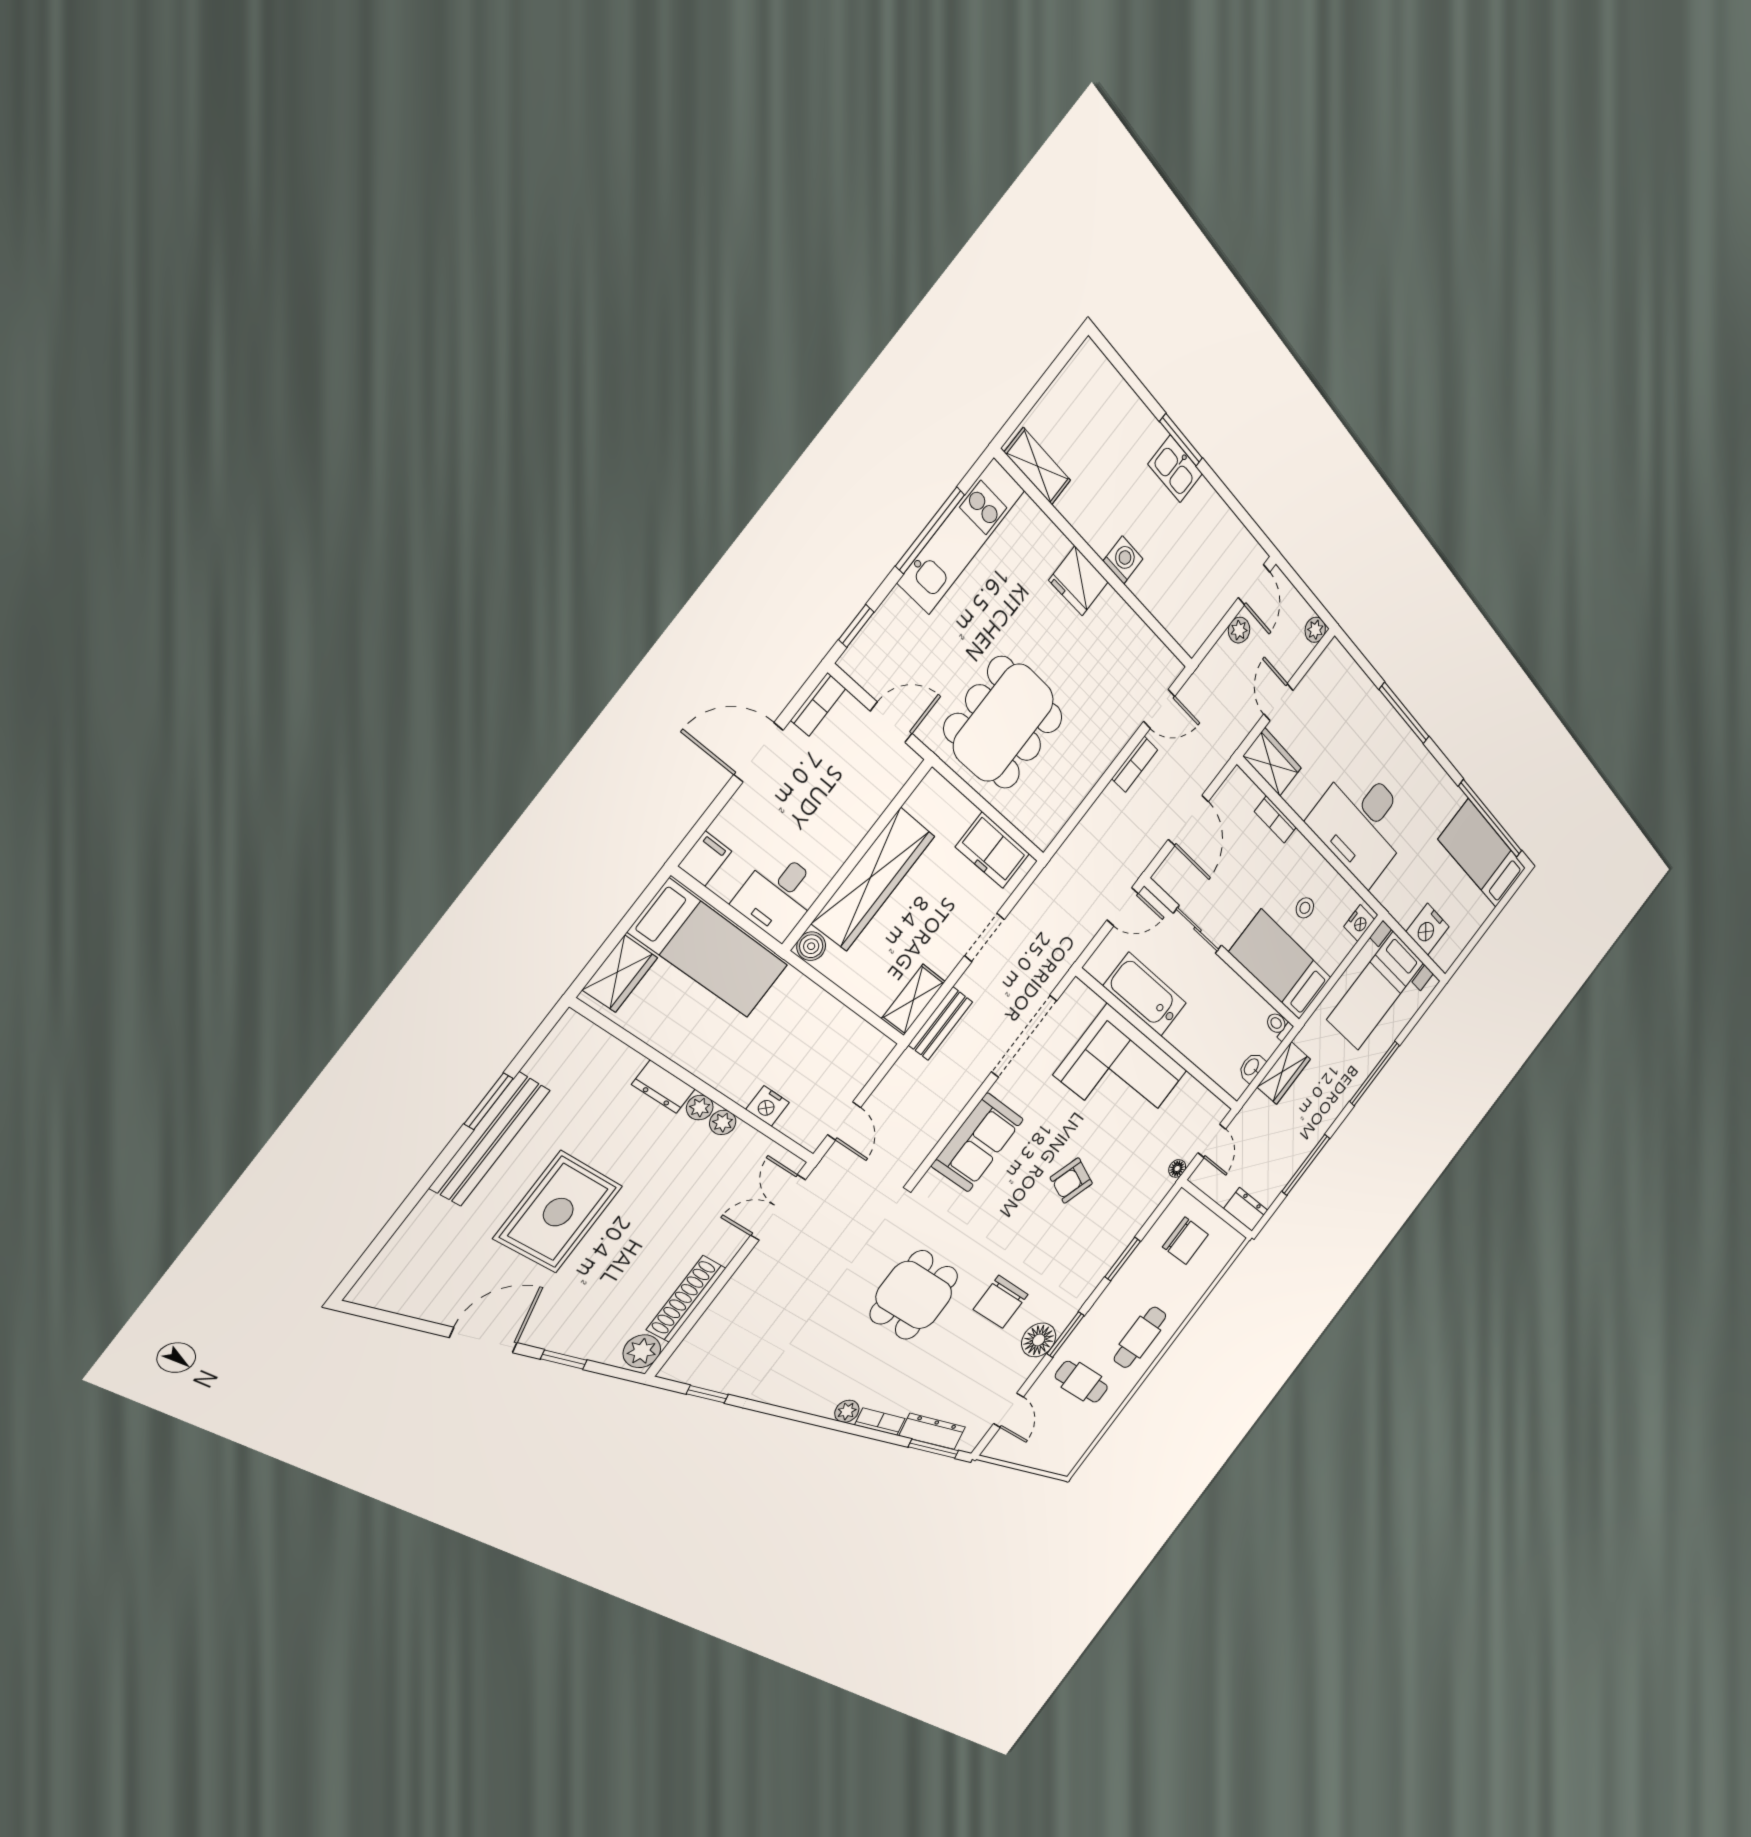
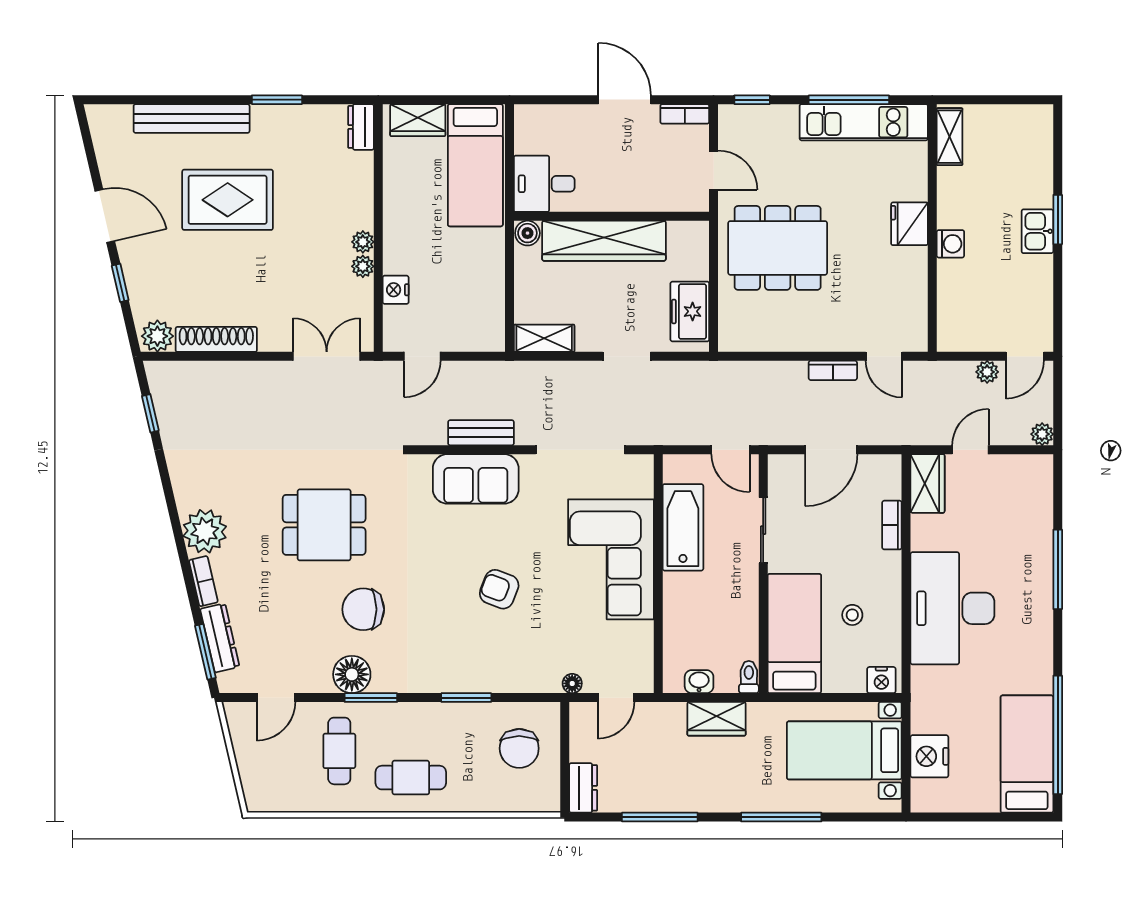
filing cabinet: (705, 859) -> (532, 118), removed
bench: (940, 1023) -> (481, 433), moved
dresser: (663, 1087) -> (361, 127), moved
bench: (490, 1139) -> (192, 119), moved
plant: (847, 1411) -> (205, 531), width x1.87, depth x1.87

